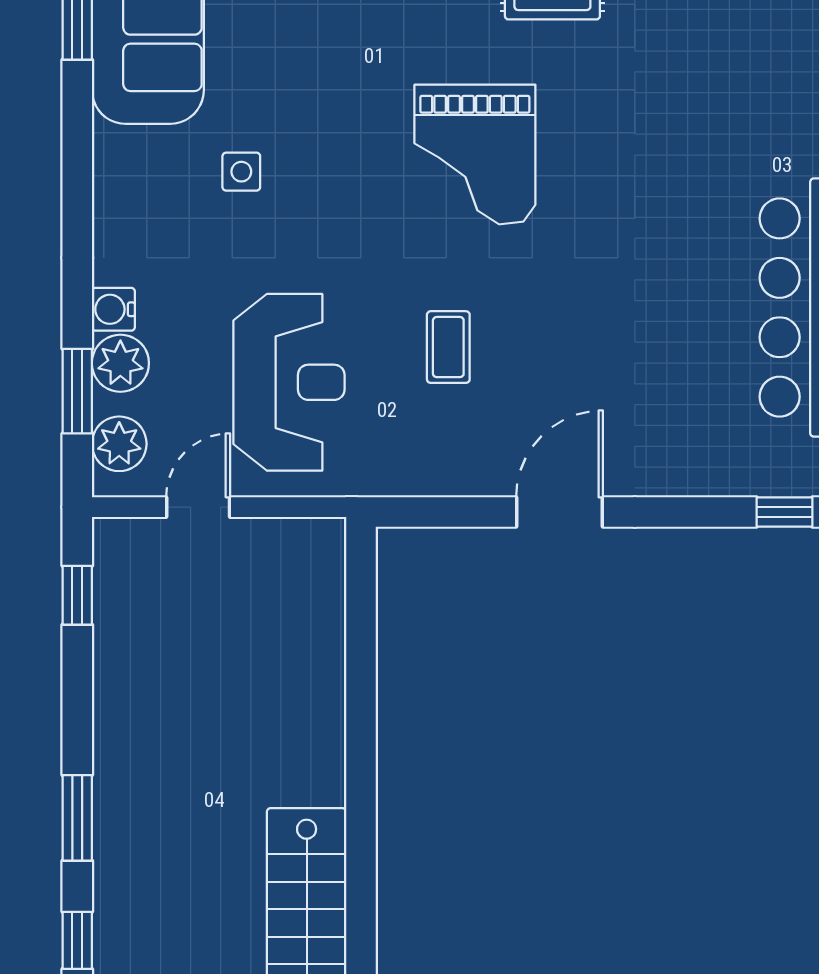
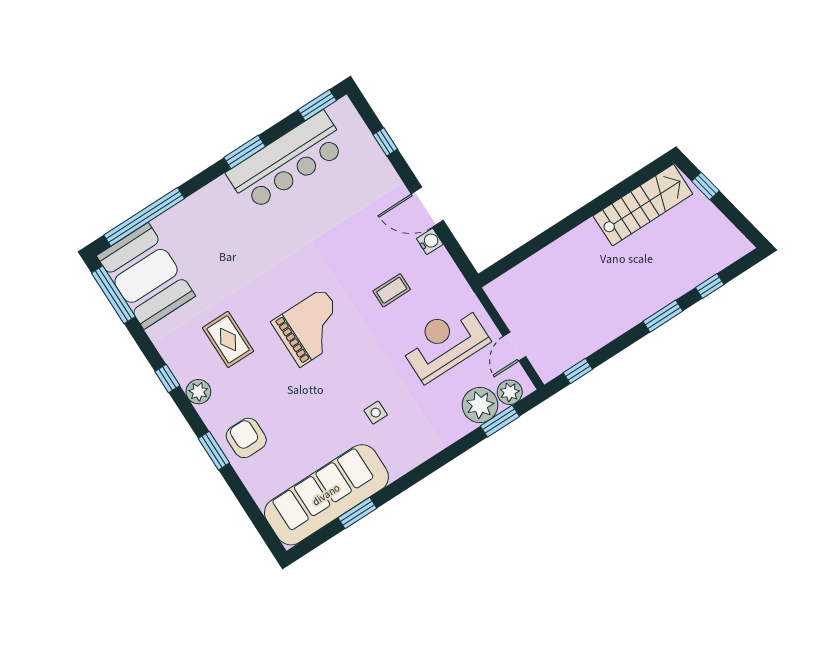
water cooler: (113, 309) -> (430, 241), moved, turned -90
plant: (120, 363) -> (480, 405), width x1.36, depth x1.36
door: (198, 507) -> (514, 346), hinge flipped
window: (785, 512) -> (385, 142), moved

